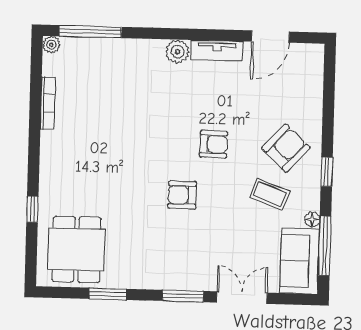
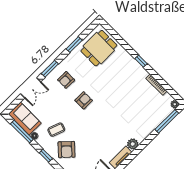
armchair: (214, 144) -> (66, 80), moved
window: (32, 209) -> (141, 61), moved
dining table: (76, 249) -> (99, 48), turned 90

